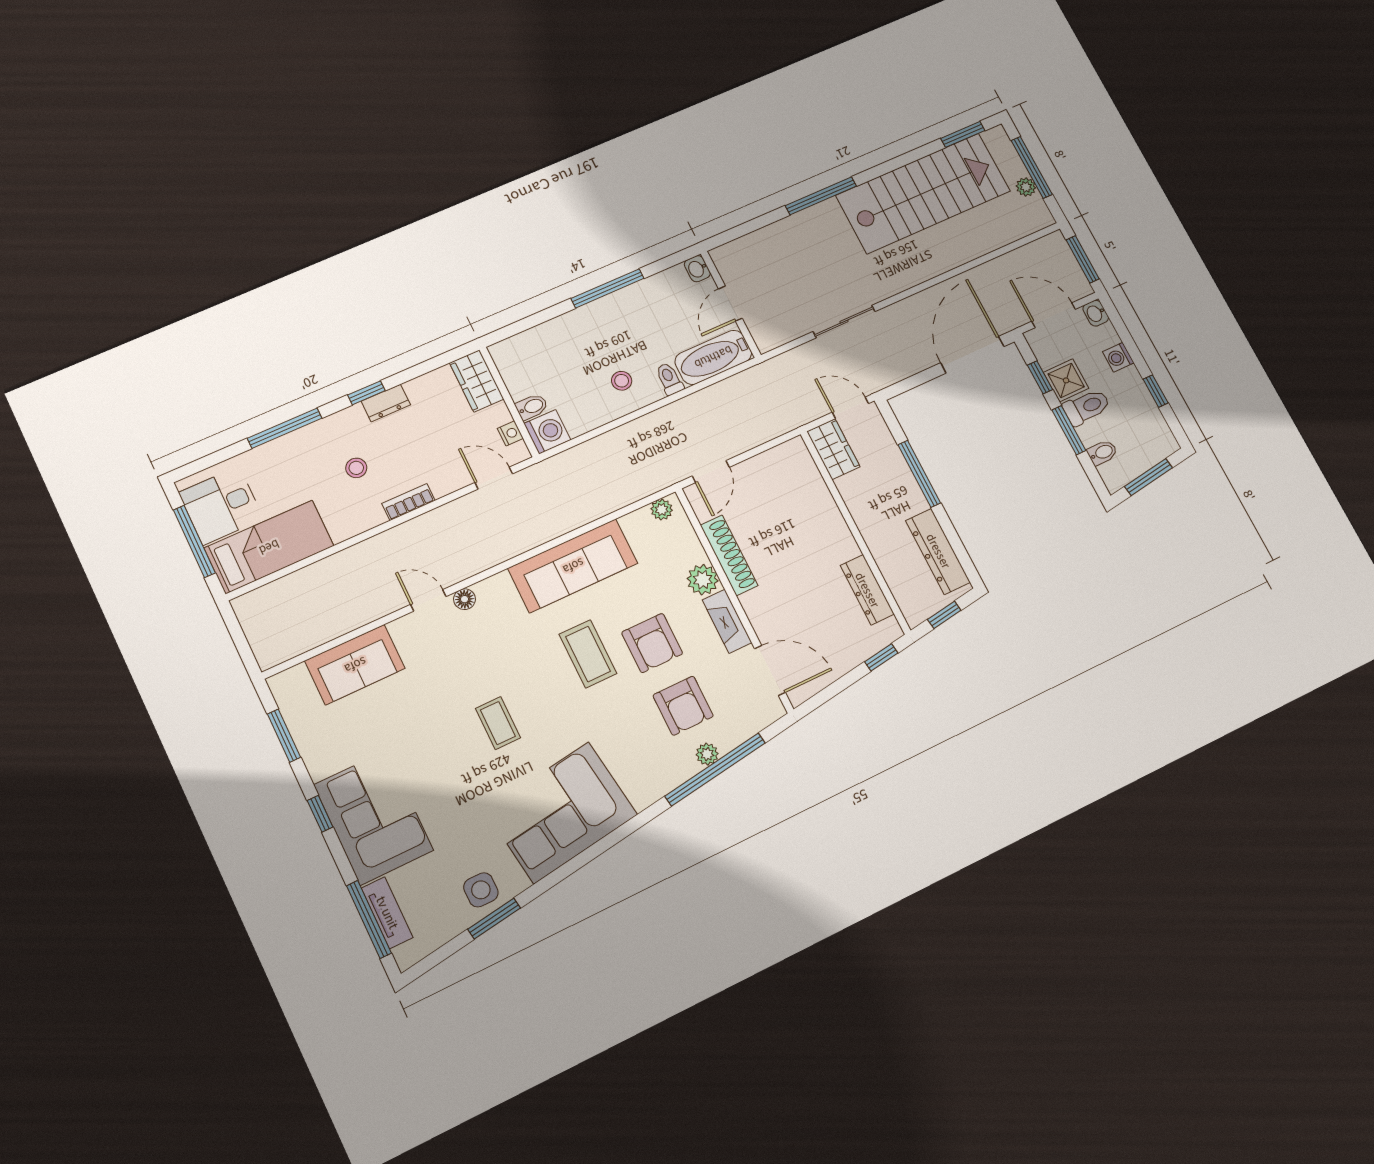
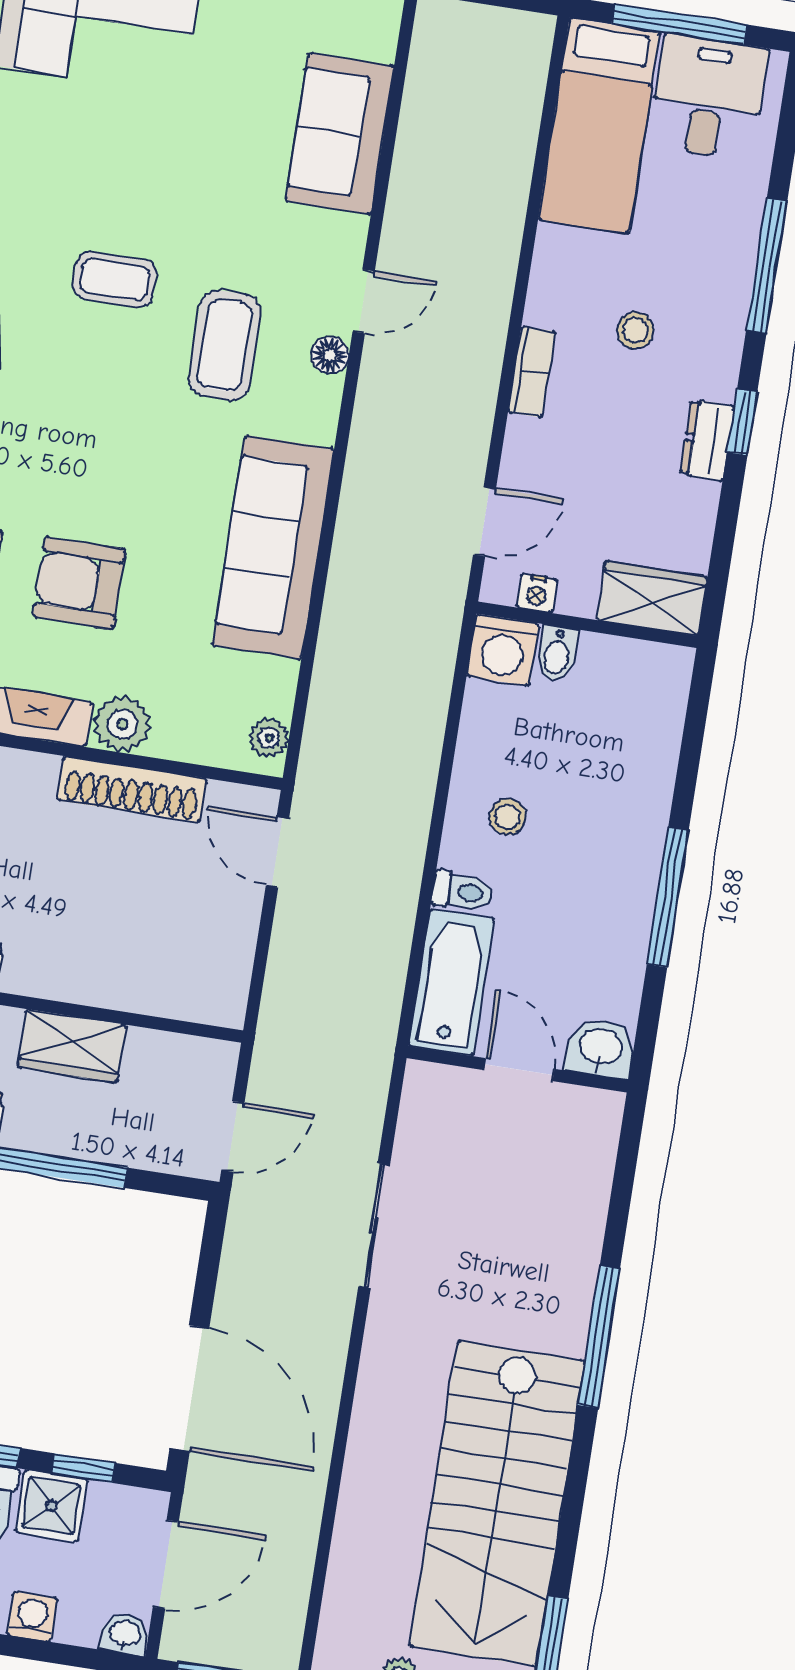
washbasin: (697, 269) -> (601, 1048), width x1.38, depth x1.45
wardrobe: (833, 449) -> (72, 1046), moved
coffee table: (588, 654) -> (225, 345), moved, turned 90

